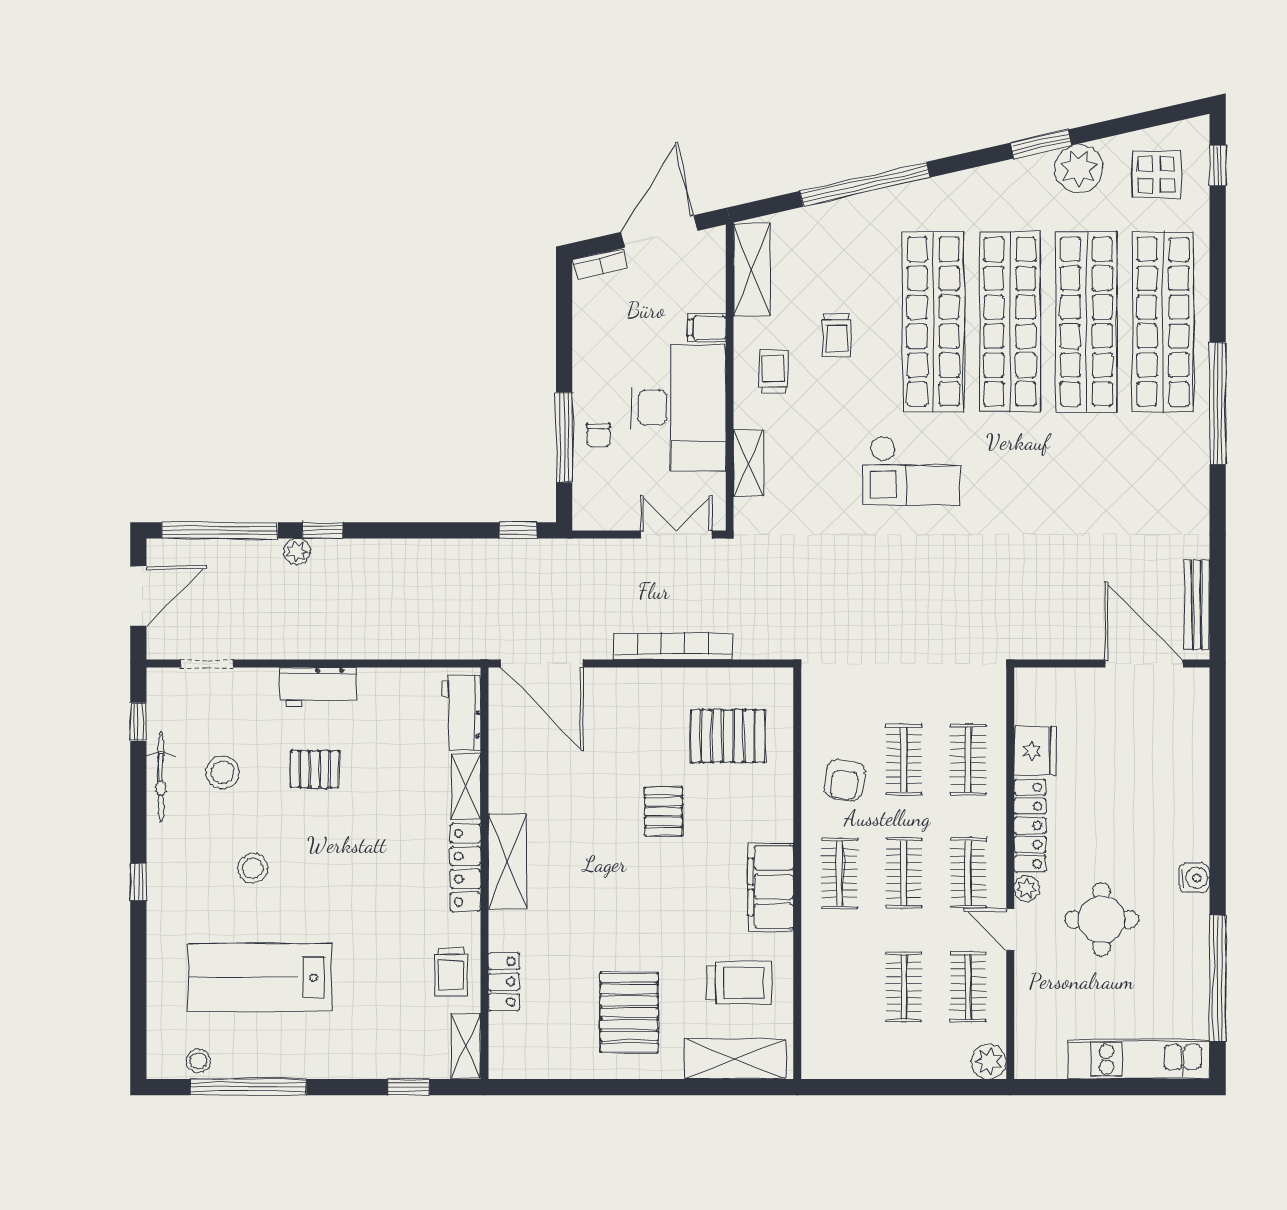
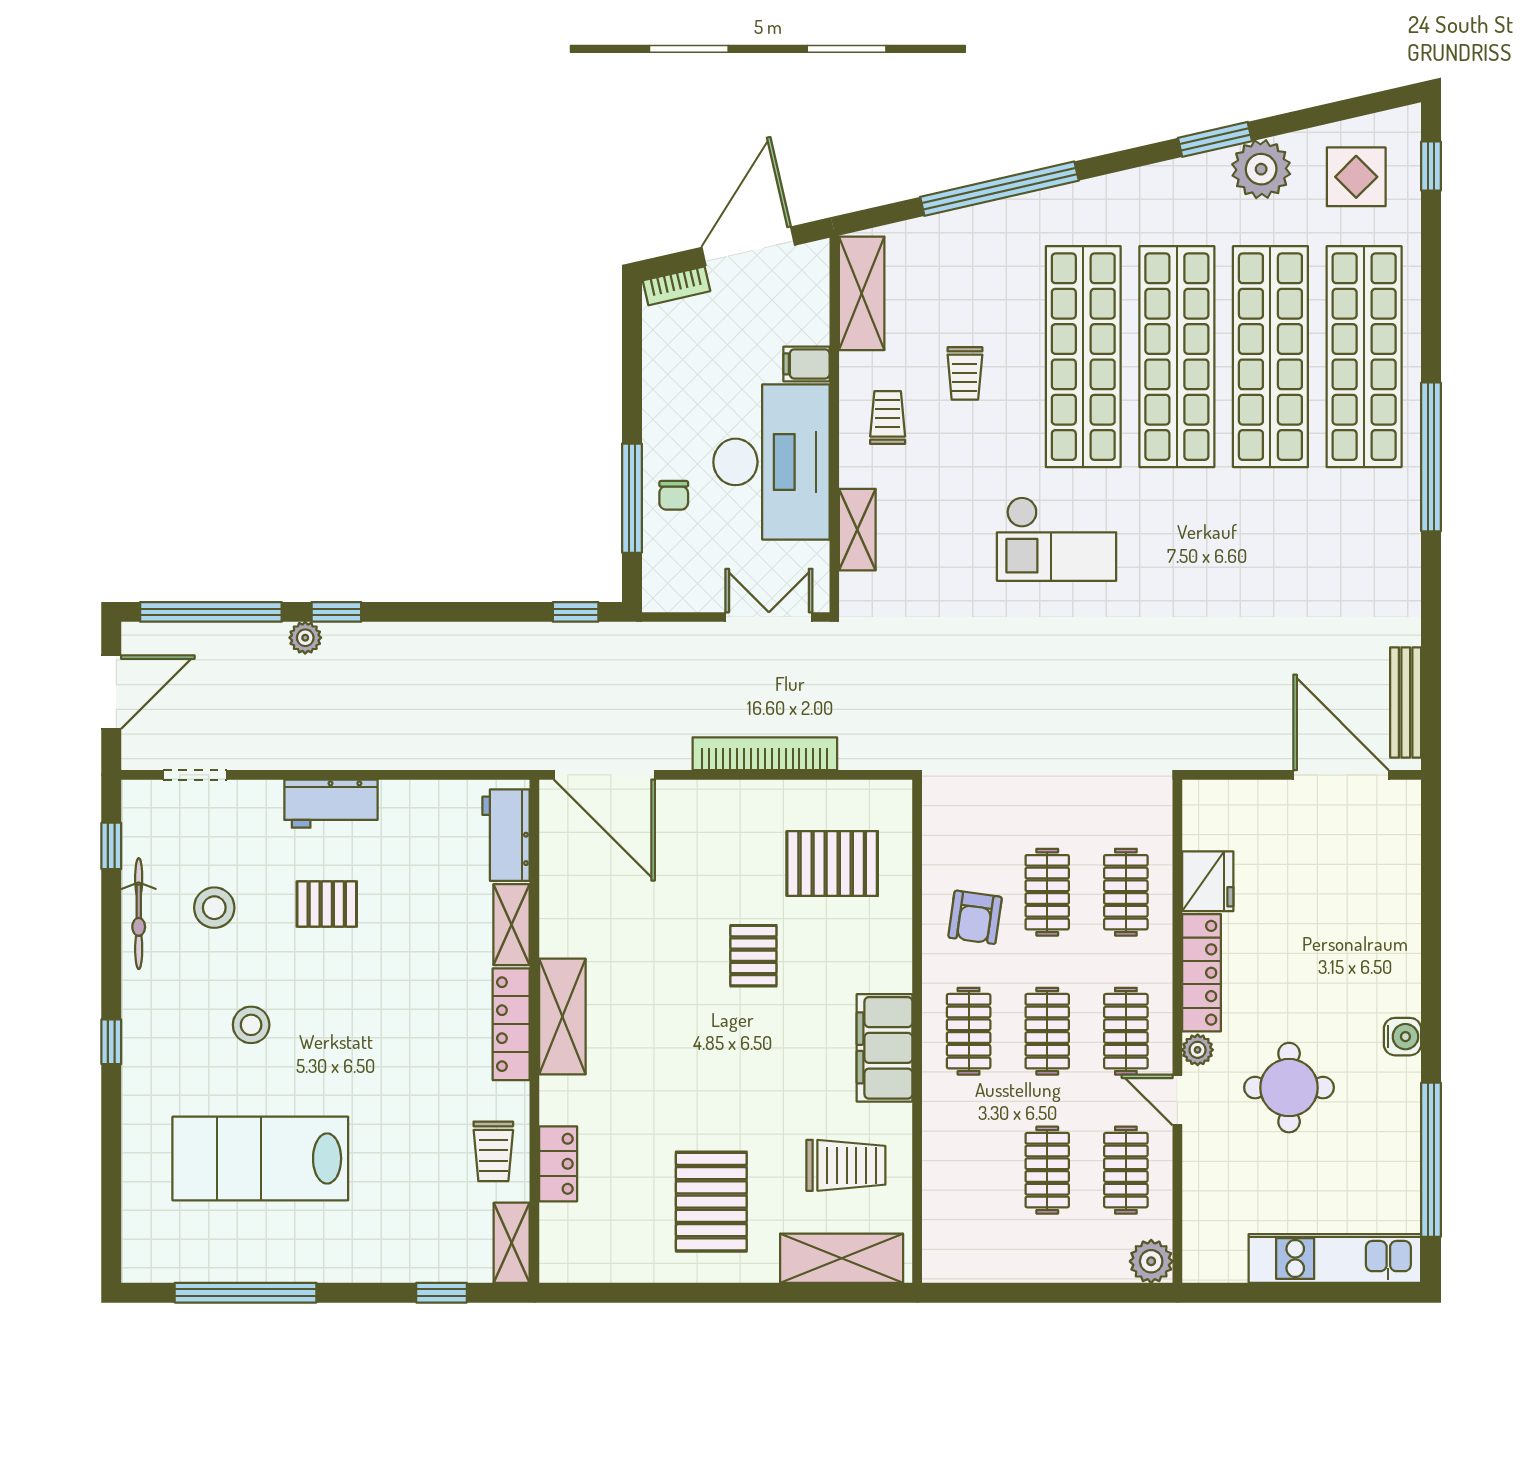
stool: (198, 1061) -> (185, 1261), removed

